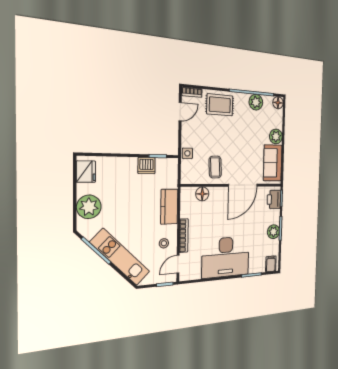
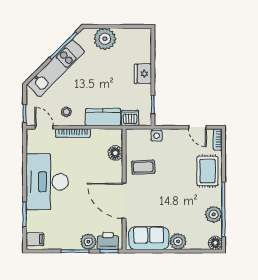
dishwasher: (146, 166) -> (130, 118), moved, turned 90
fridge: (86, 172) -> (143, 74), moved, turned 90
plant: (273, 232) -> (88, 242), moved

